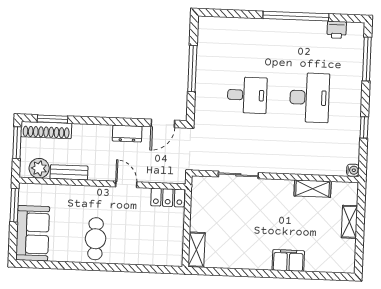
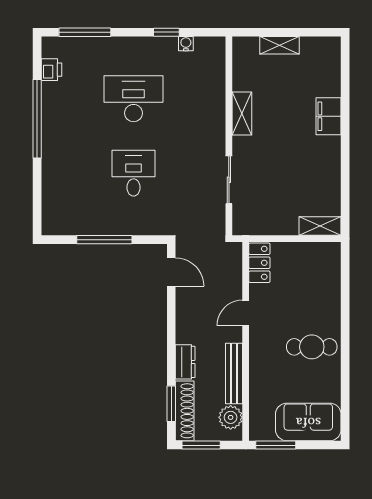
dresser: (127, 134) -> (185, 362), moved
water cooler: (353, 170) -> (186, 44), moved
bench: (69, 172) -> (234, 374), width x1.36
shelving: (313, 189) -> (242, 114), moved

